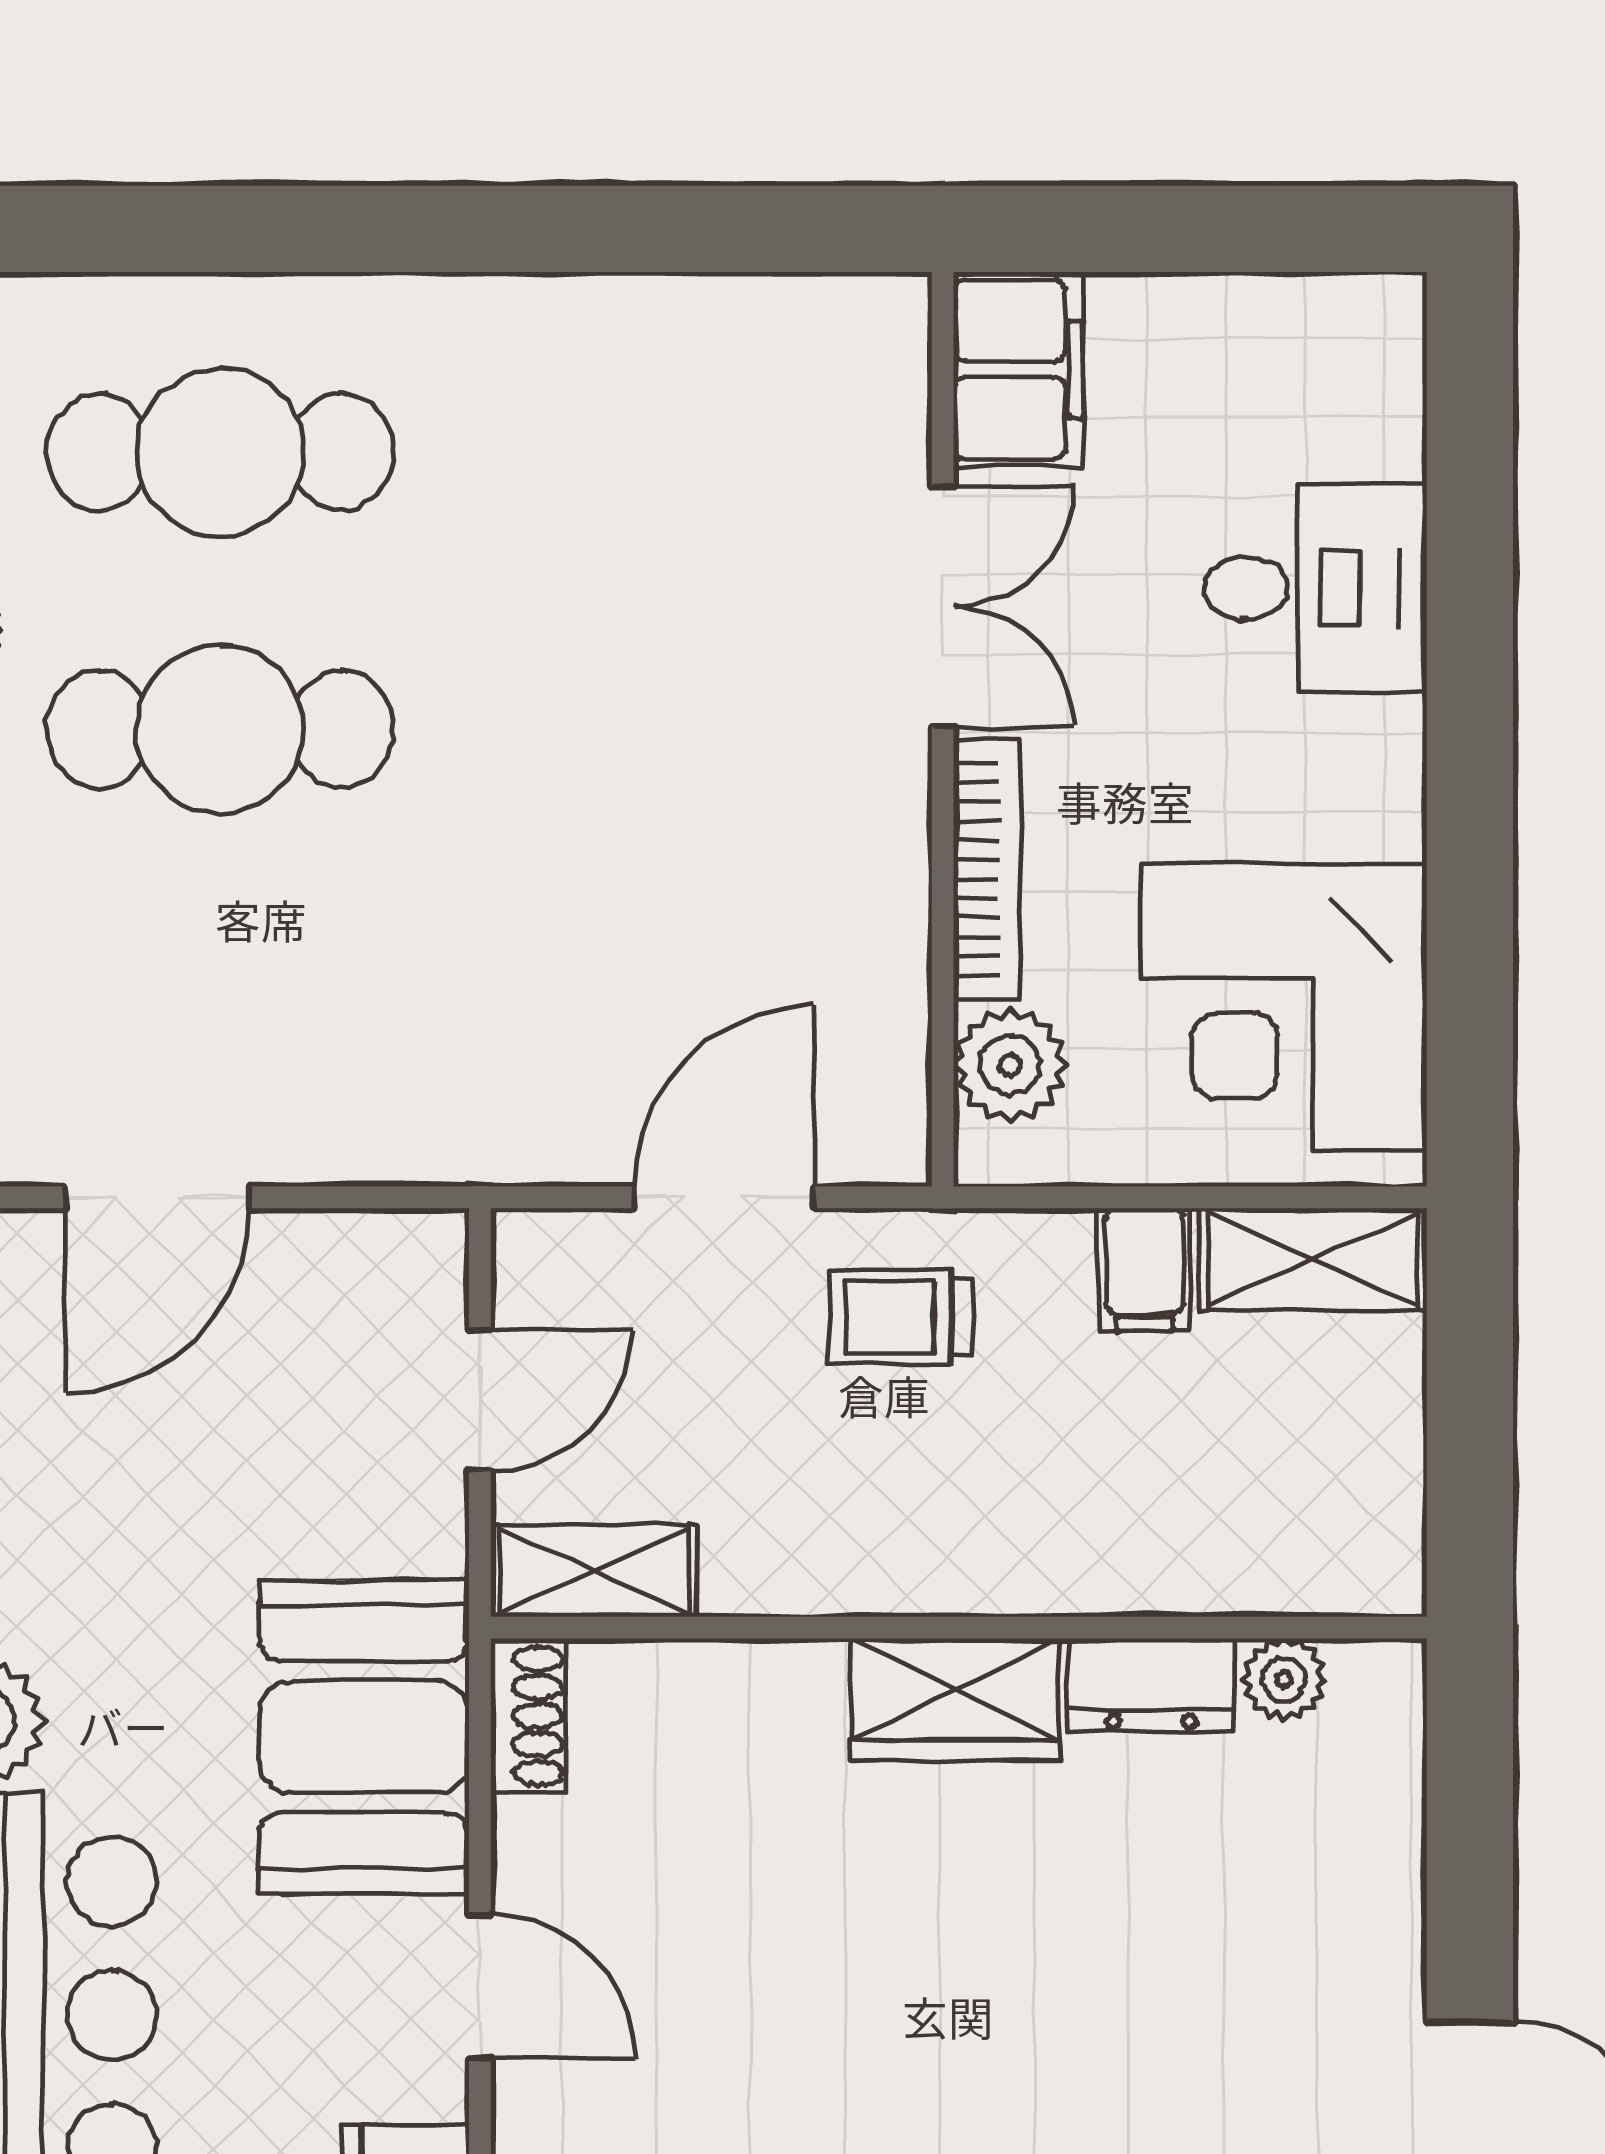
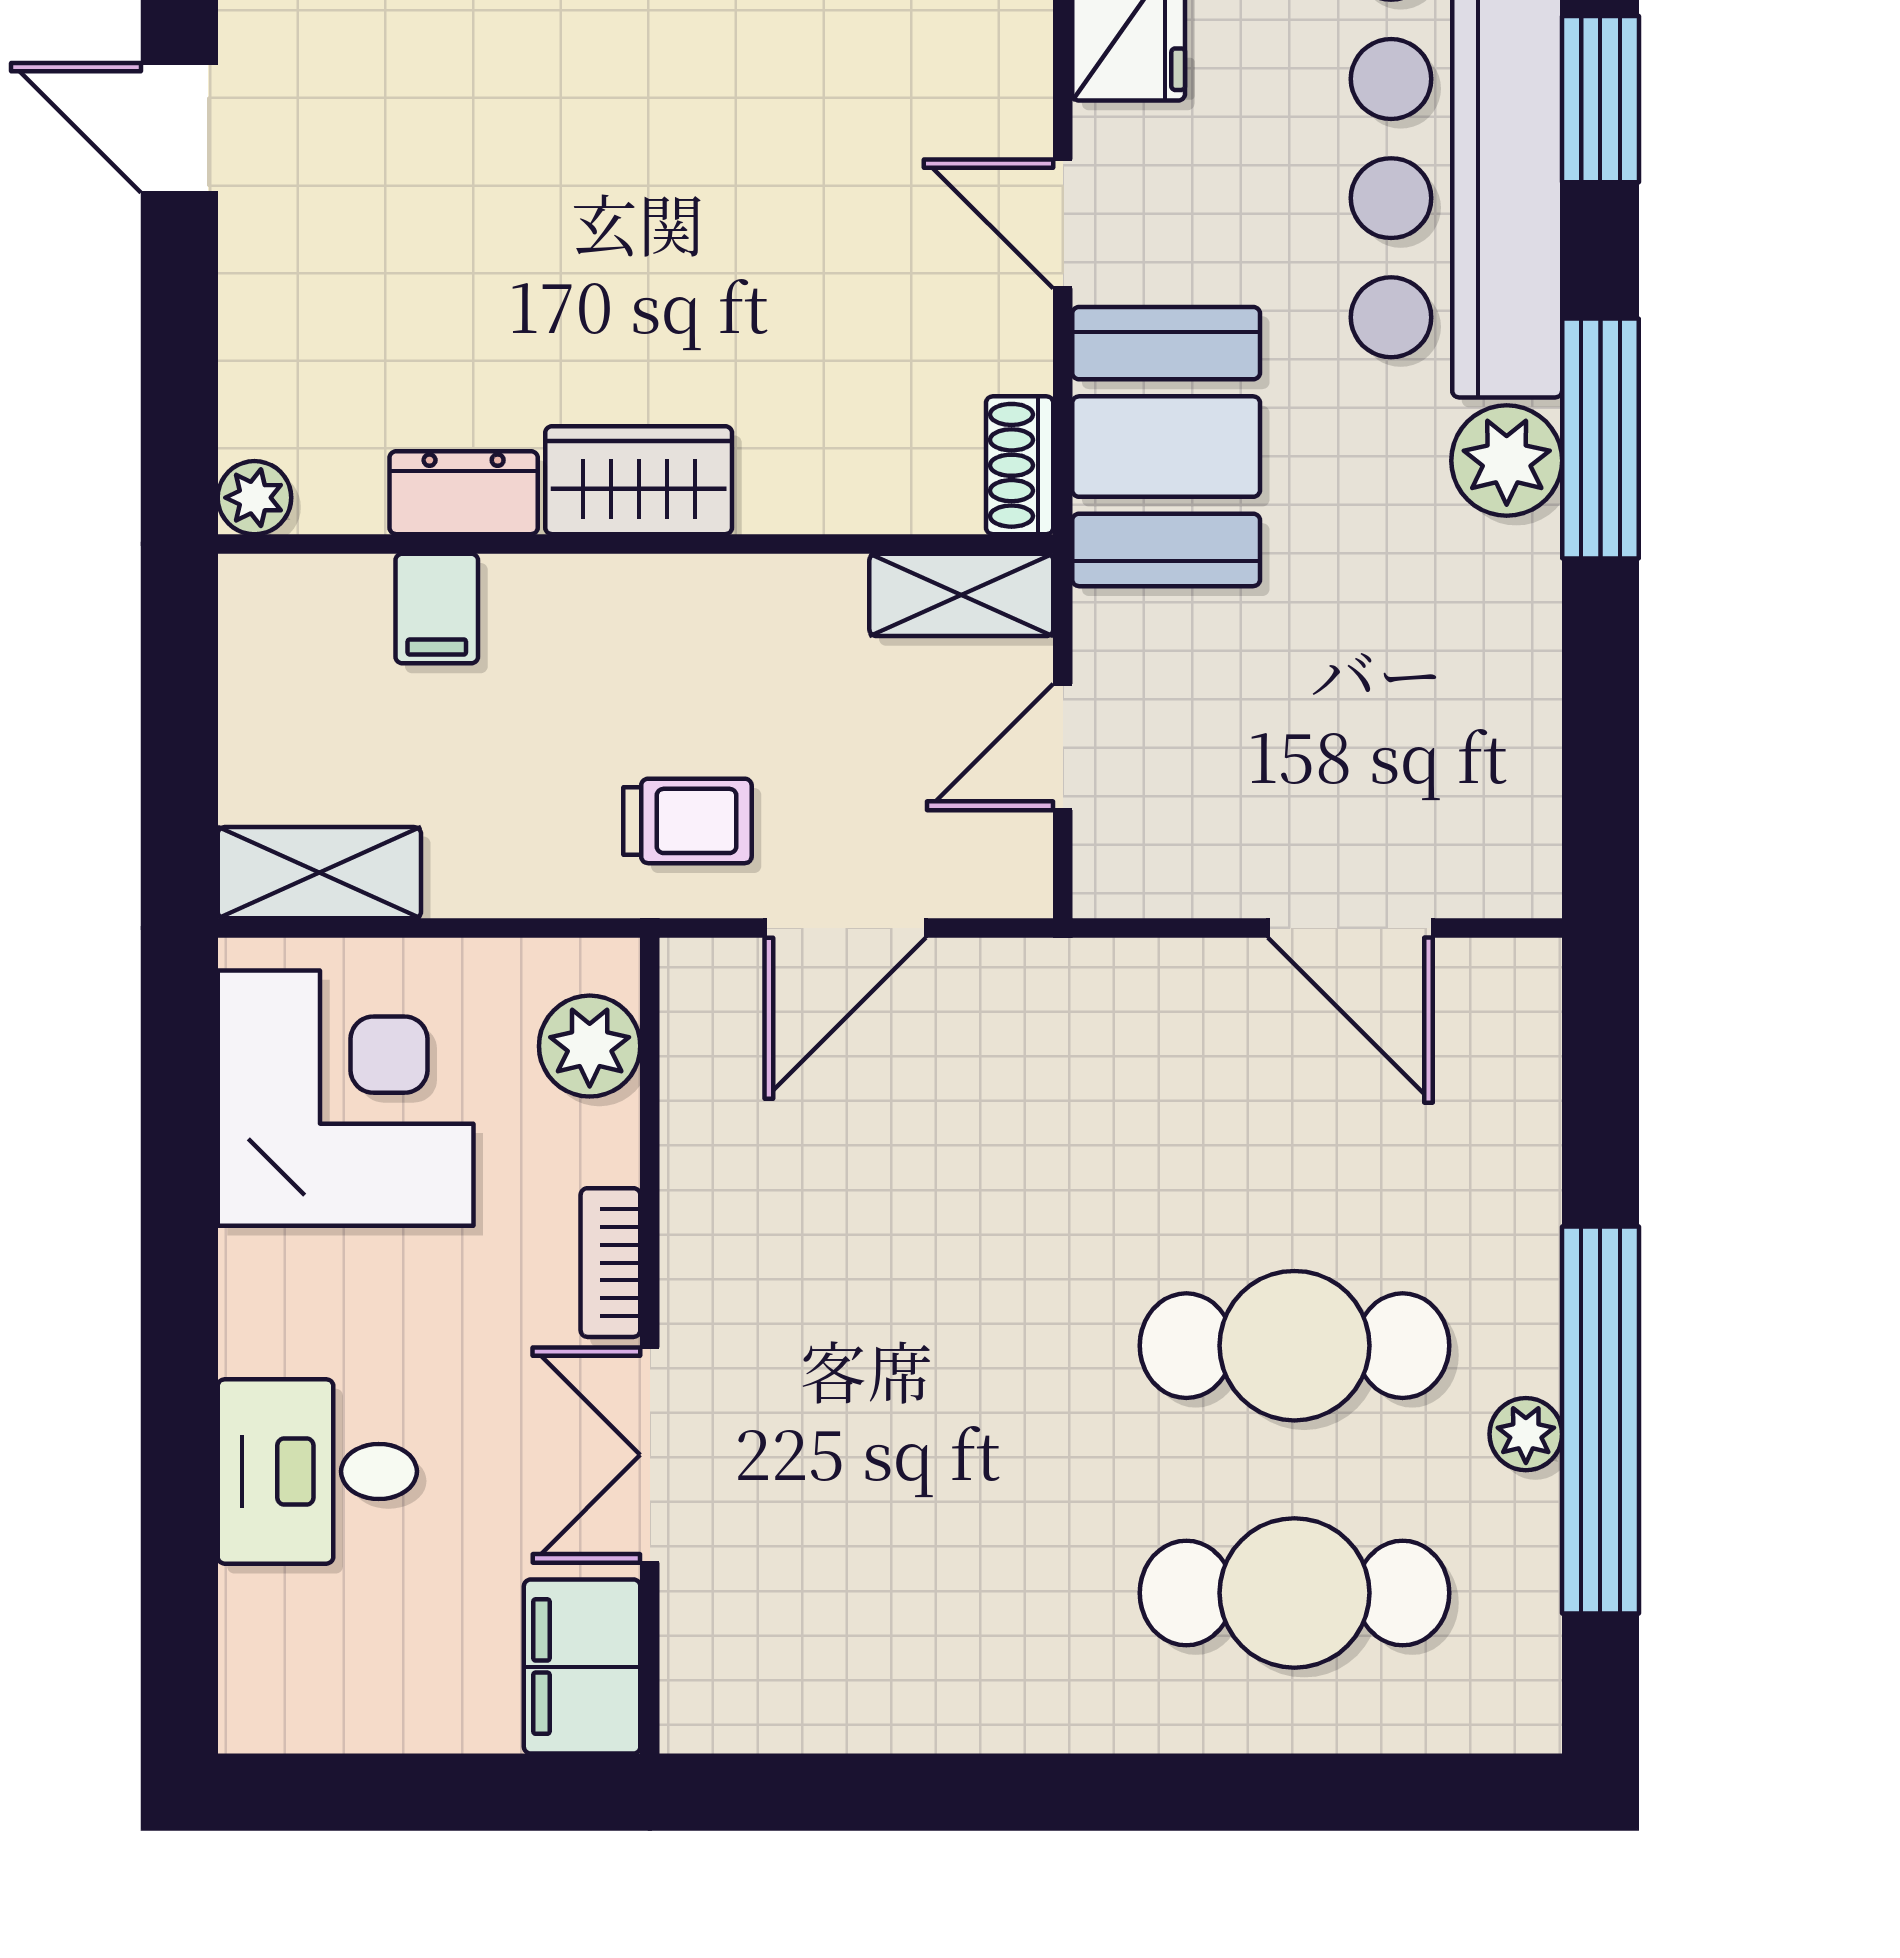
bookcase: (987, 869) -> (610, 1263), width x0.64
door: (158, 1197) -> (1350, 928), swing flipped
filing cabinet: (1144, 1270) -> (437, 609), moved, turned 180
plant: (1284, 1680) -> (254, 498), moved

